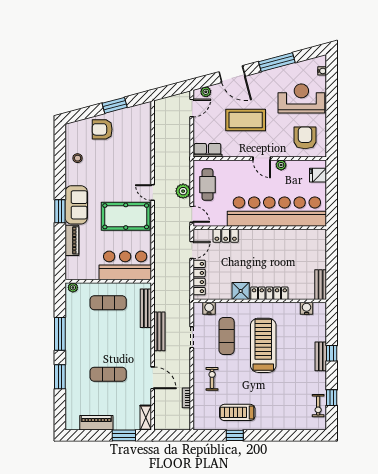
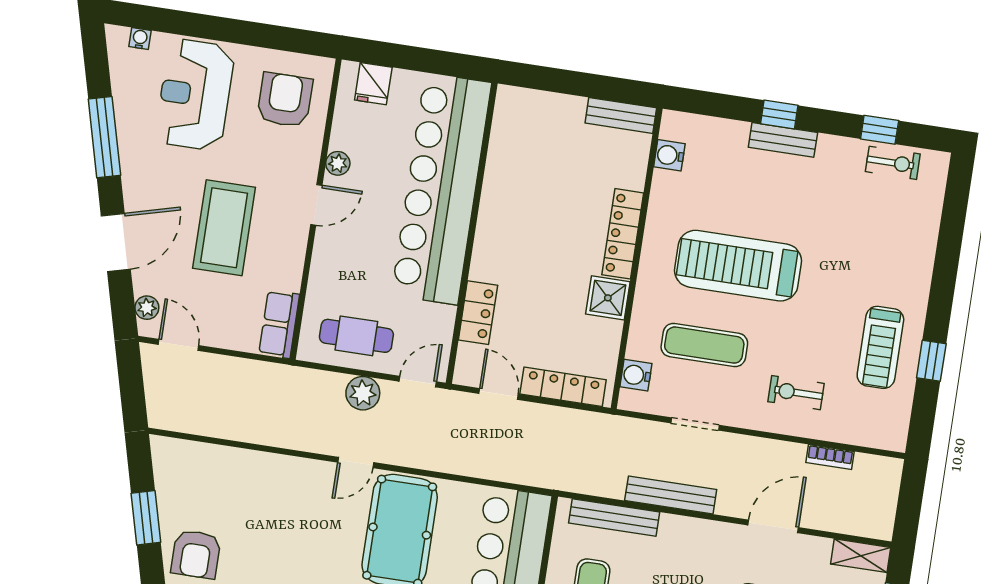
armchair: (305, 138) -> (285, 100), turned 90

